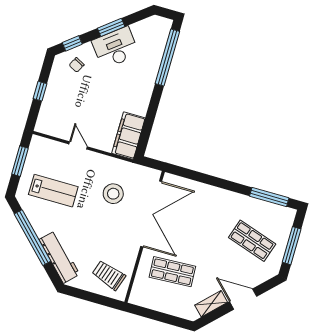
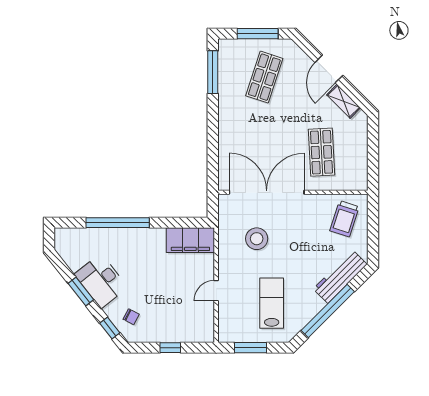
window: (167, 58) -> (118, 223), moved

